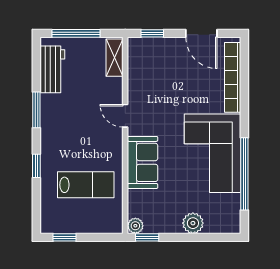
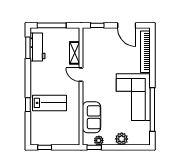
shelving: (114, 58) -> (75, 53), moved
window: (36, 110) -> (28, 48), moved
sofa: (143, 162) -> (91, 117), moved
lab bench: (86, 185) -> (49, 103), moved
plant: (135, 226) -> (99, 140), moved

